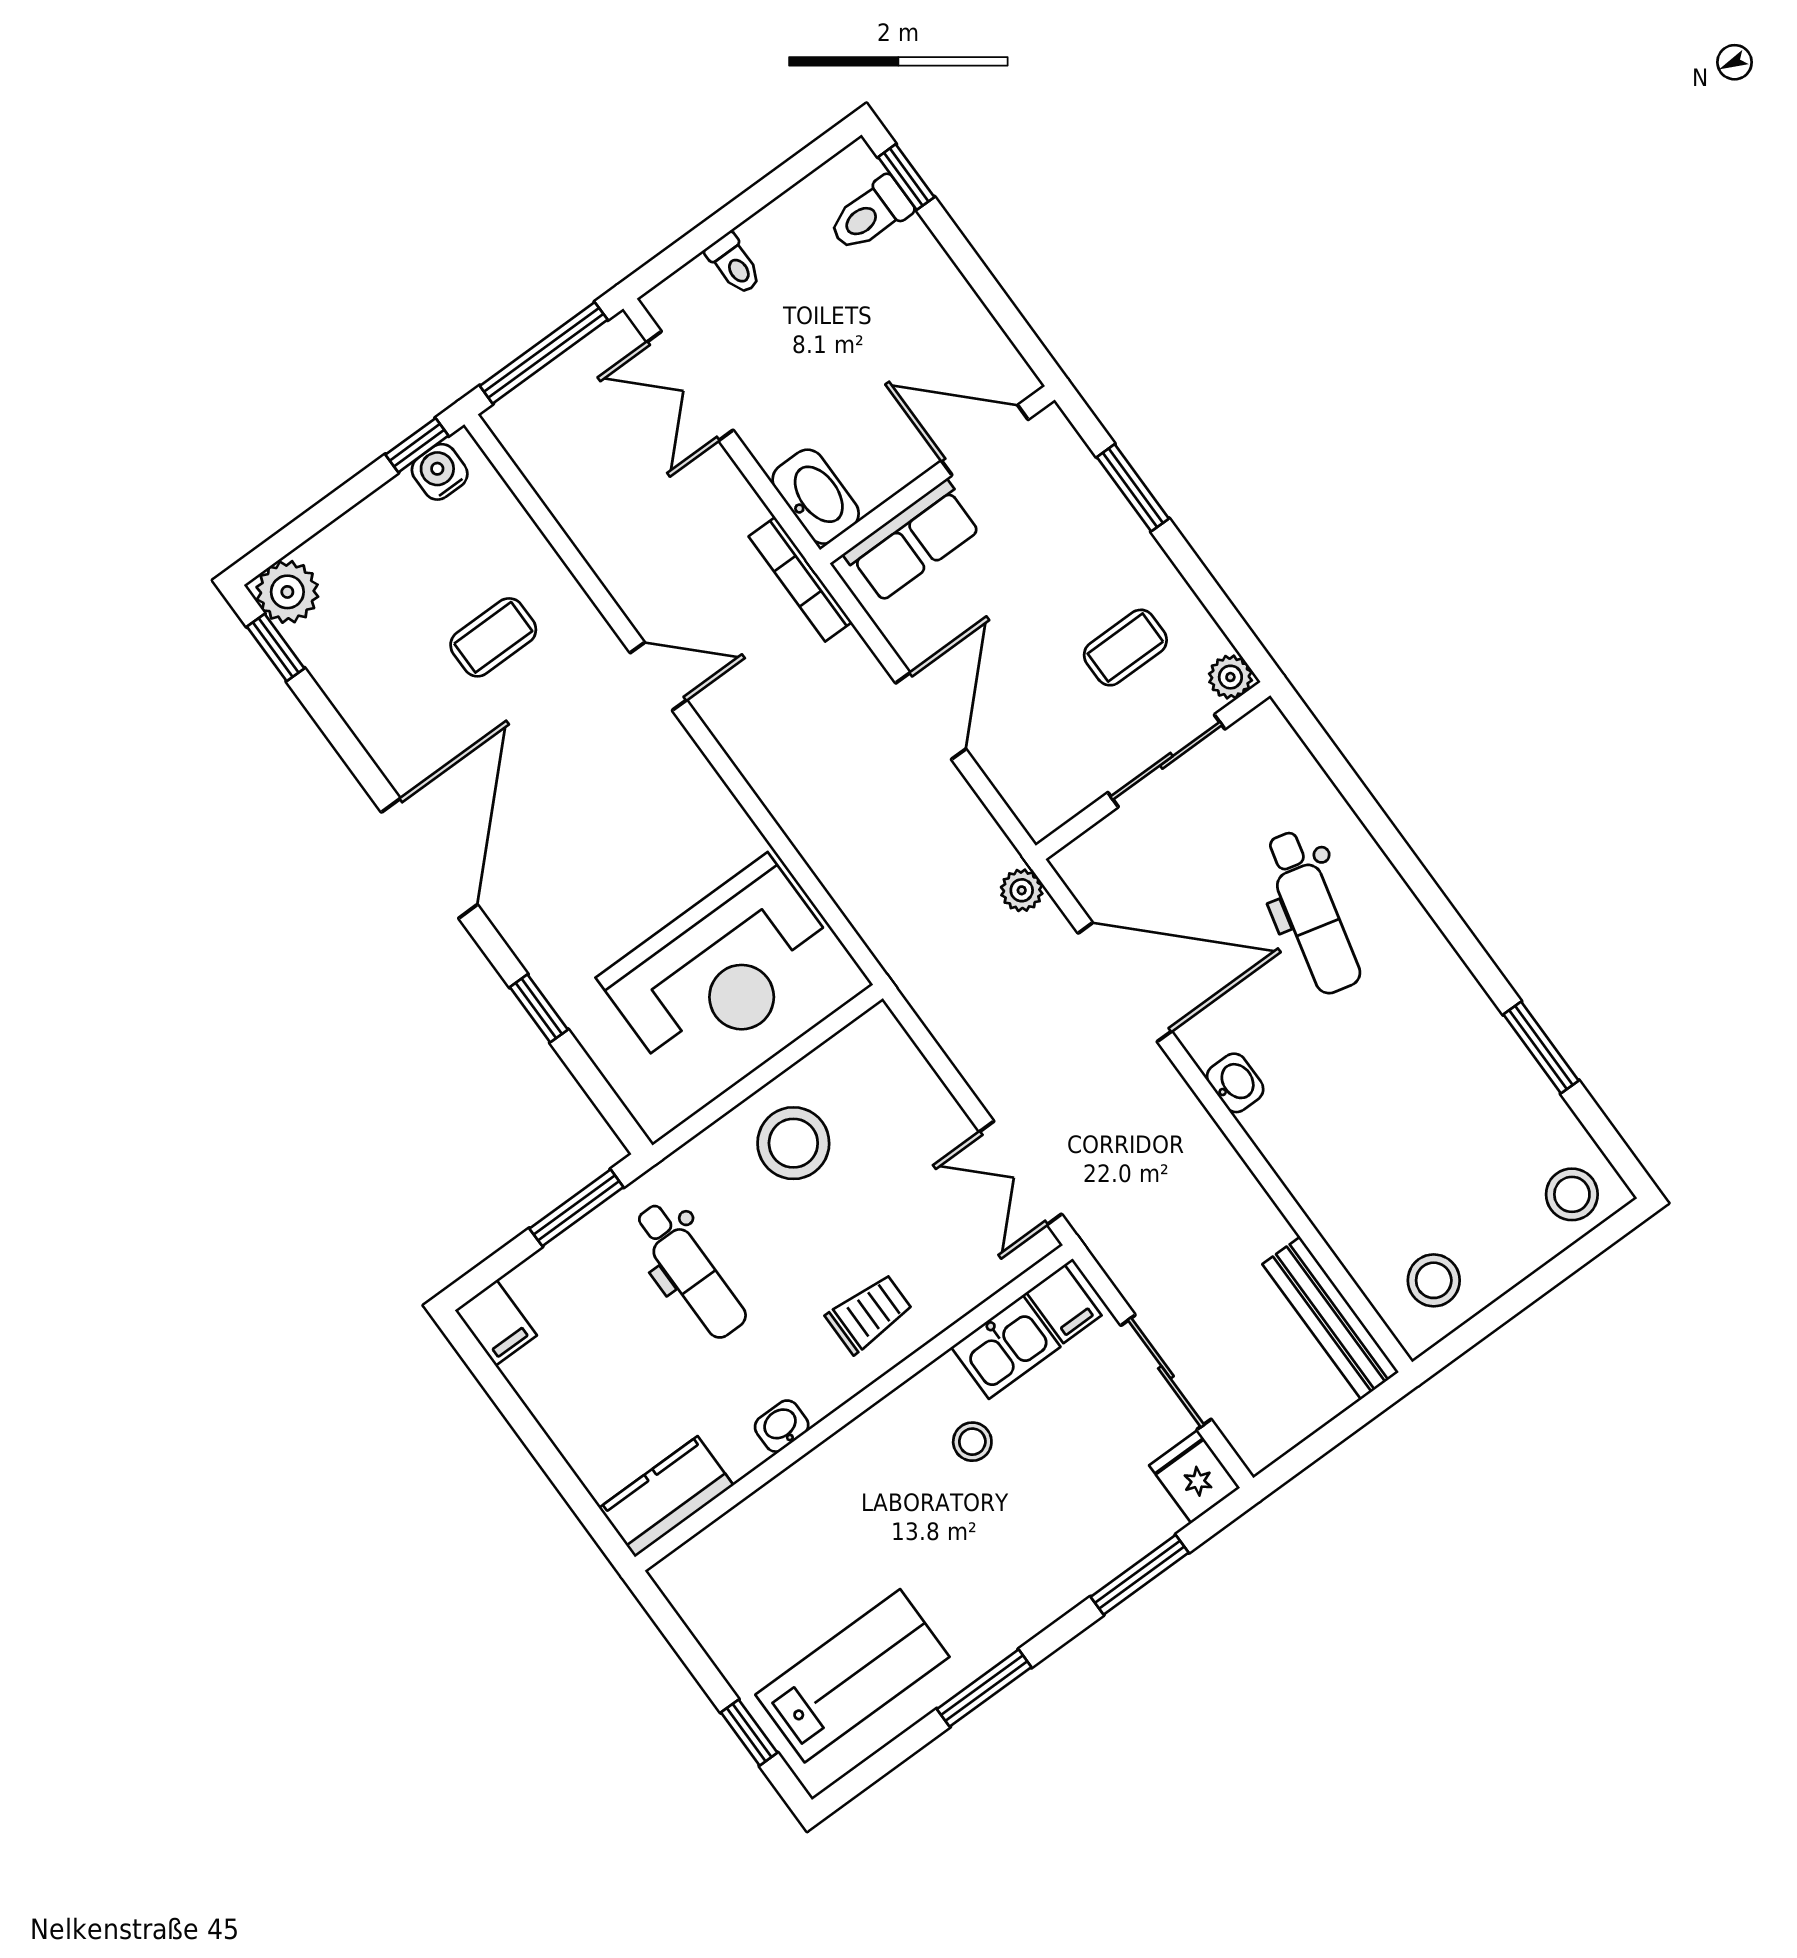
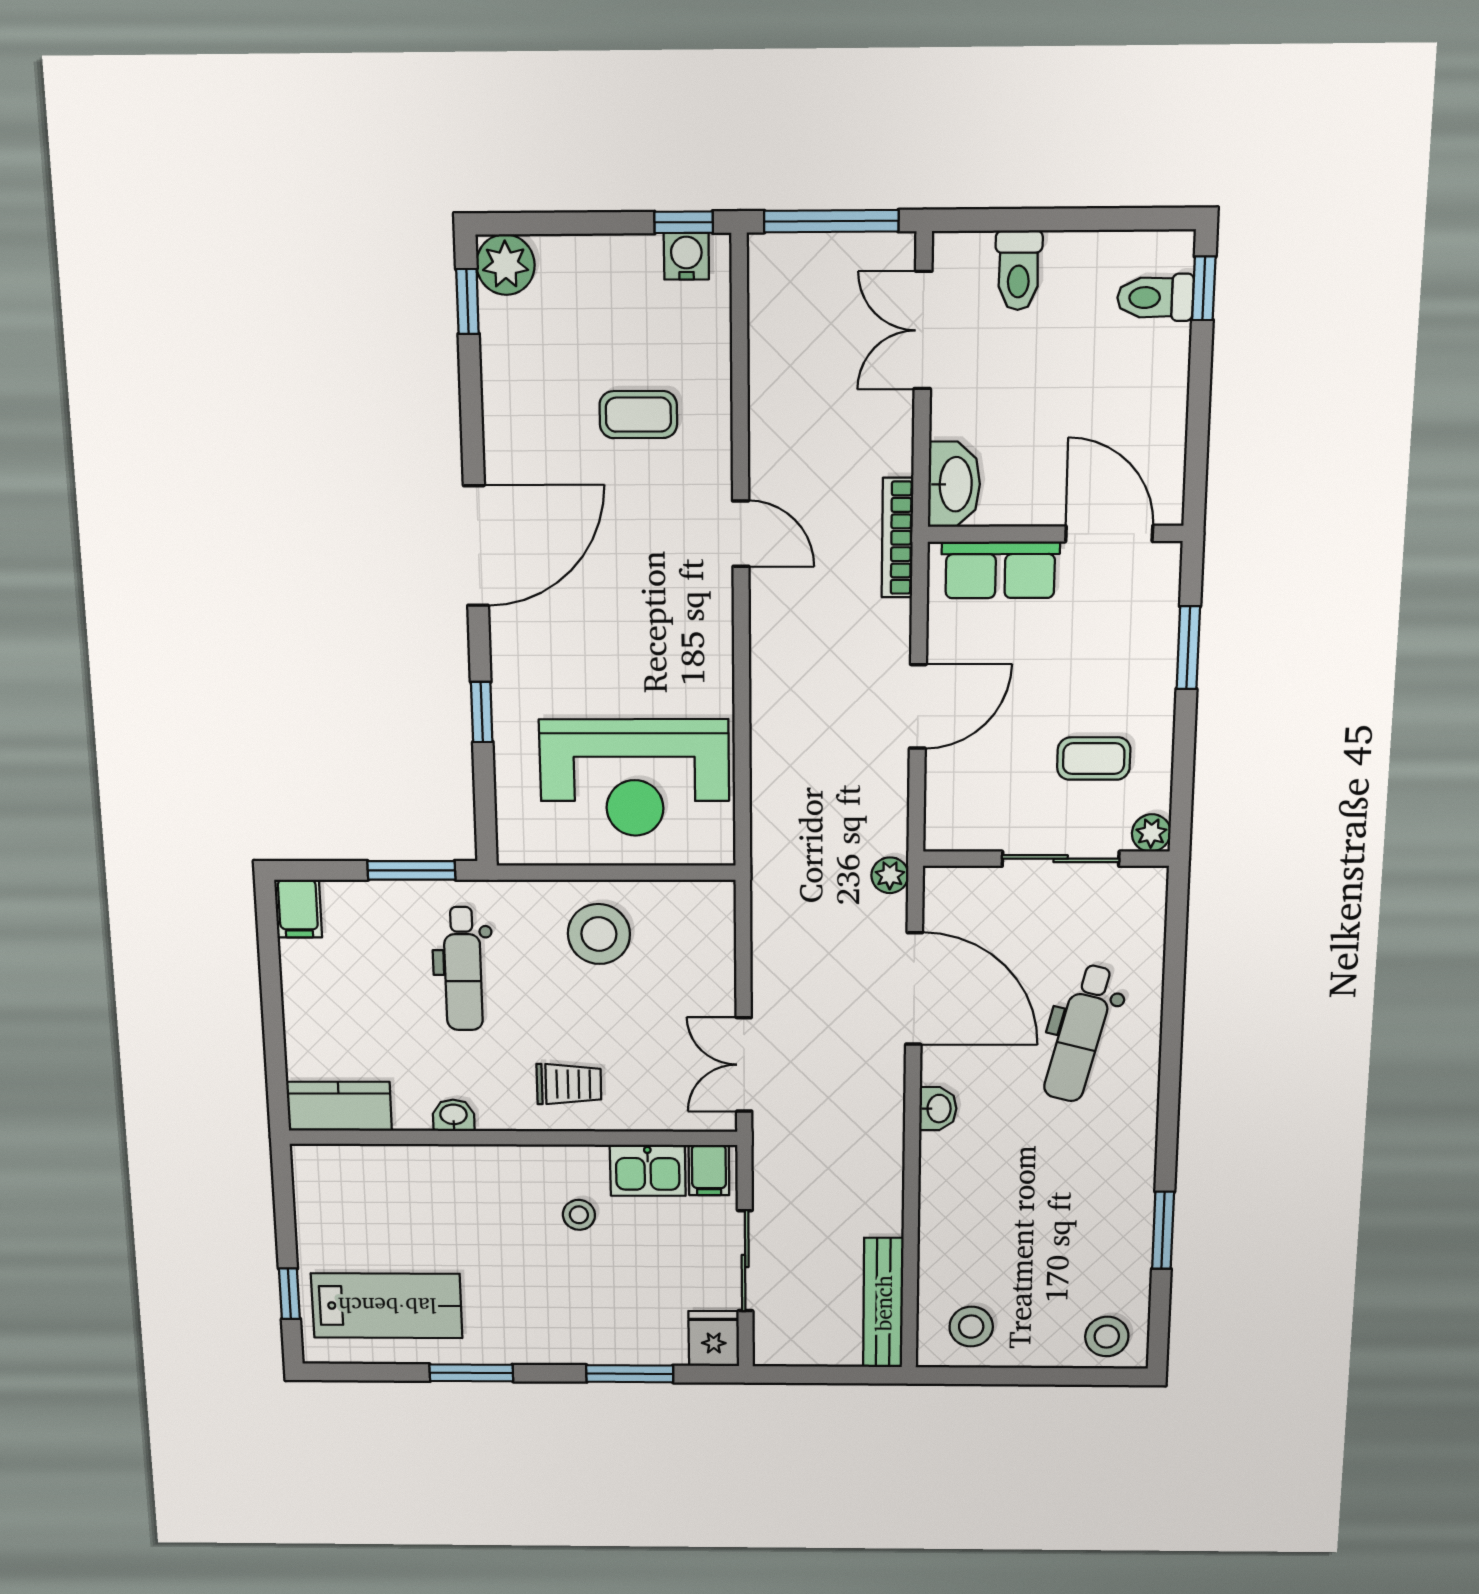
toilet: (734, 264) -> (1019, 270), width x1.37, depth x1.39

